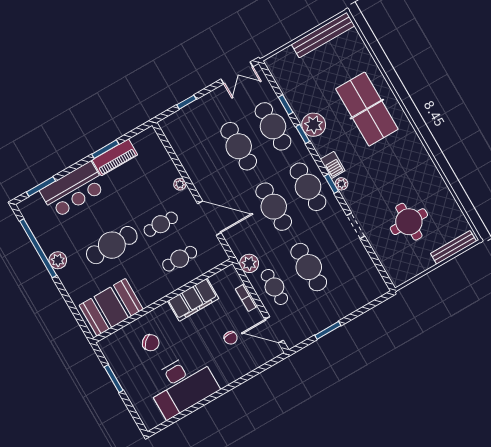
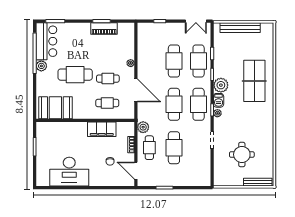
bench: (323, 35) -> (240, 28), moved
plant: (314, 125) -> (221, 85), moved
bar counter: (73, 190) -> (46, 41), moved, turned -90
chair: (151, 343) -> (66, 139), removed

